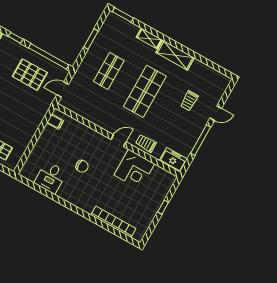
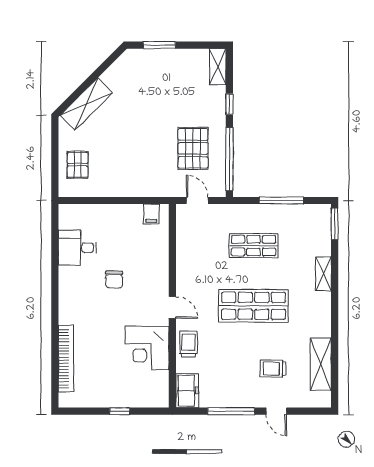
window: (91, 39) -> (281, 201), width x1.44
shelving: (175, 55) -> (321, 364), moved

